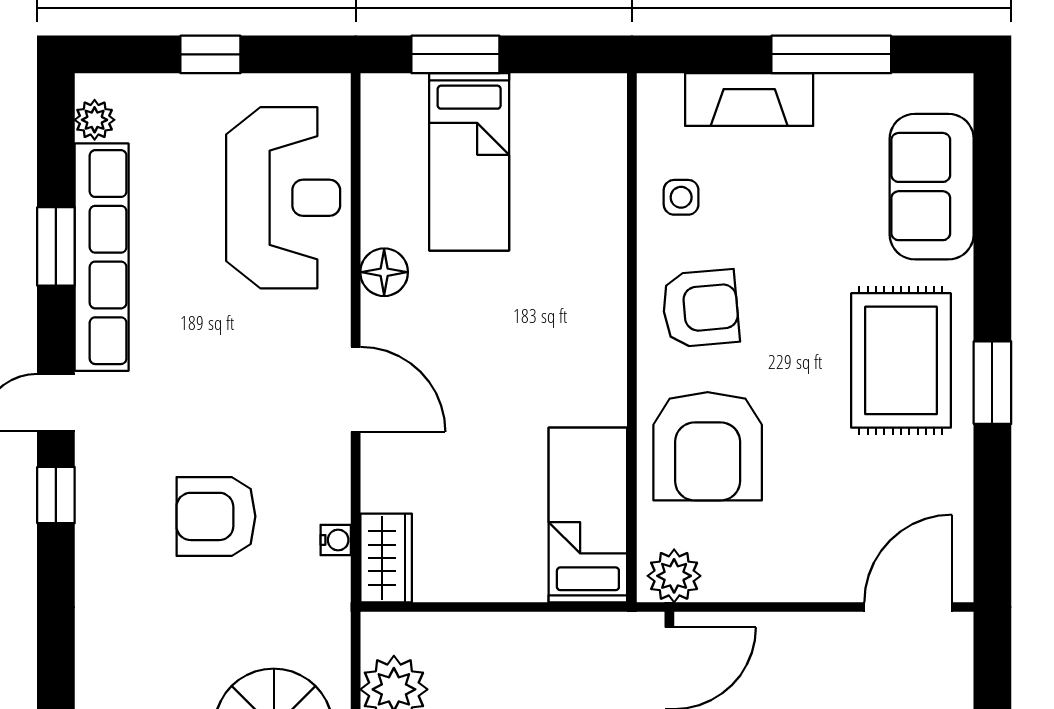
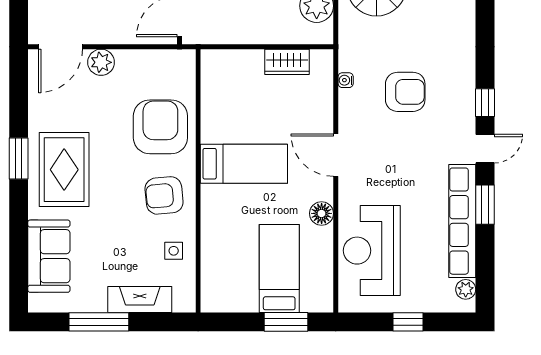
window: (56, 246) -> (485, 205), moved
bed: (588, 515) -> (244, 164), moved, turned -90
wardrobe: (386, 558) -> (287, 62), moved, turned -90
plant: (674, 576) -> (101, 62), moved

